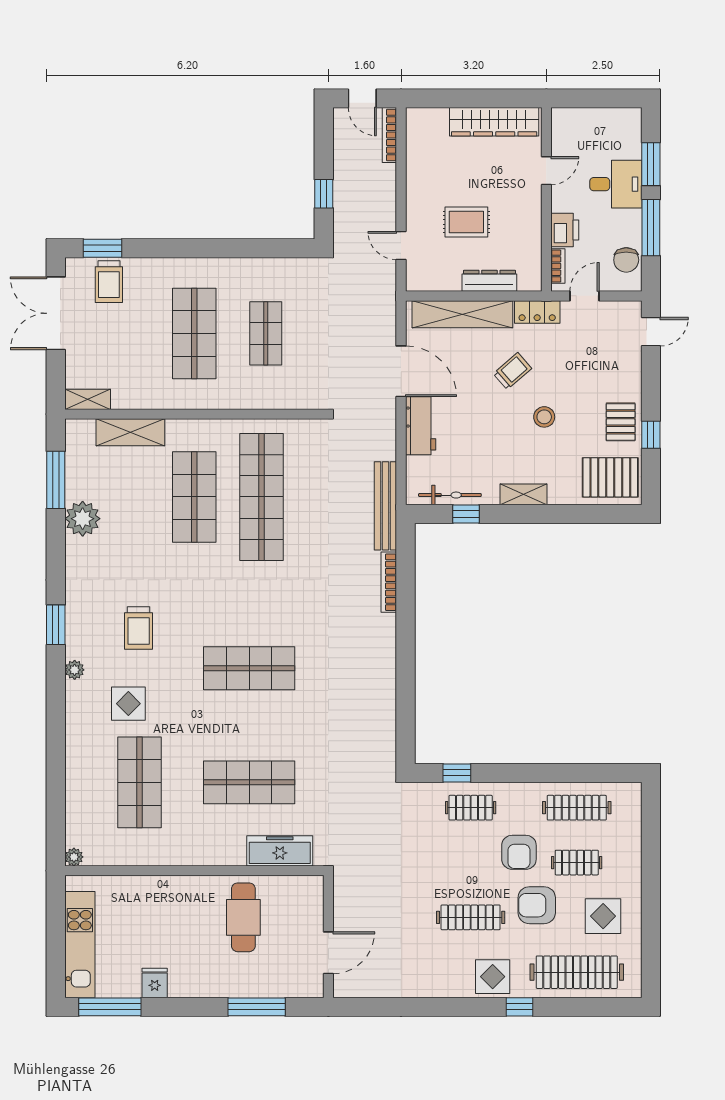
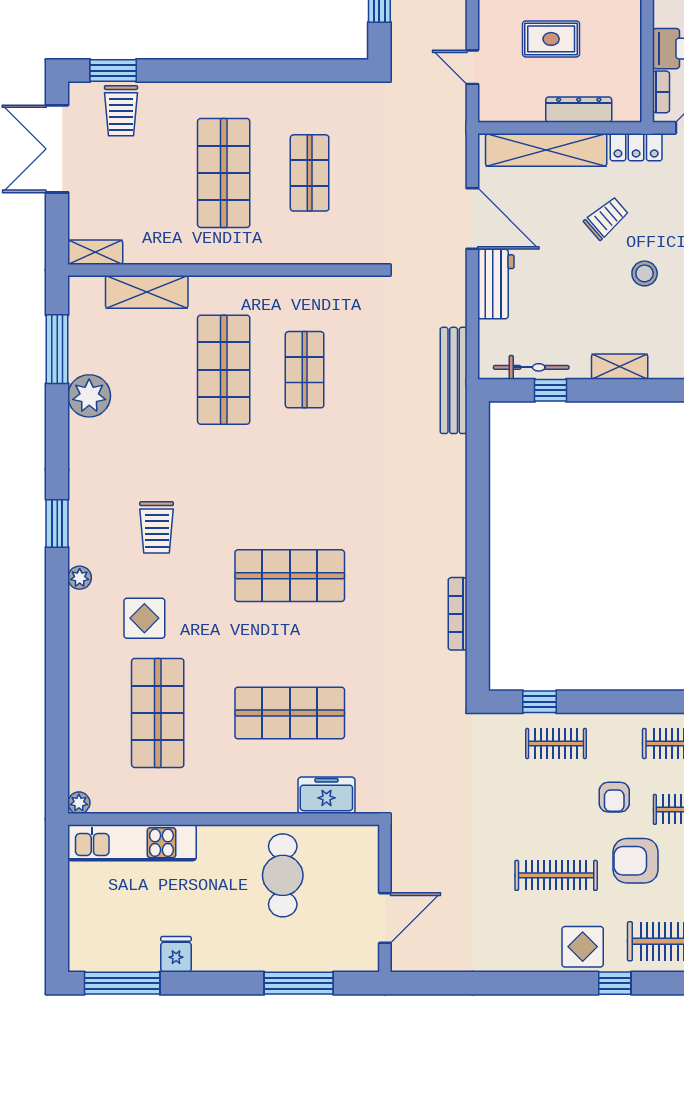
shop shelf: (262, 497) -> (305, 370), width x0.50, depth x0.74
bookcase: (389, 582) -> (458, 614), moved
freezer: (280, 851) -> (326, 795), width x0.71
armchair: (519, 852) -> (614, 797), width x0.72, depth x0.72
kitchen unit: (80, 945) -> (132, 843), moved, turned 90

